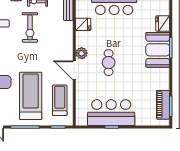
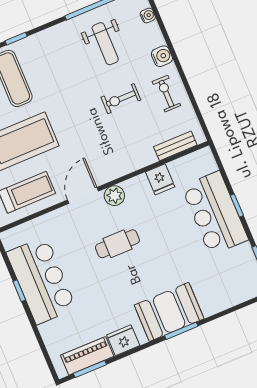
fridge: (163, 24) -> (123, 340), moved
exercise bike: (30, 27) -> (121, 99), width x0.73, depth x0.72

